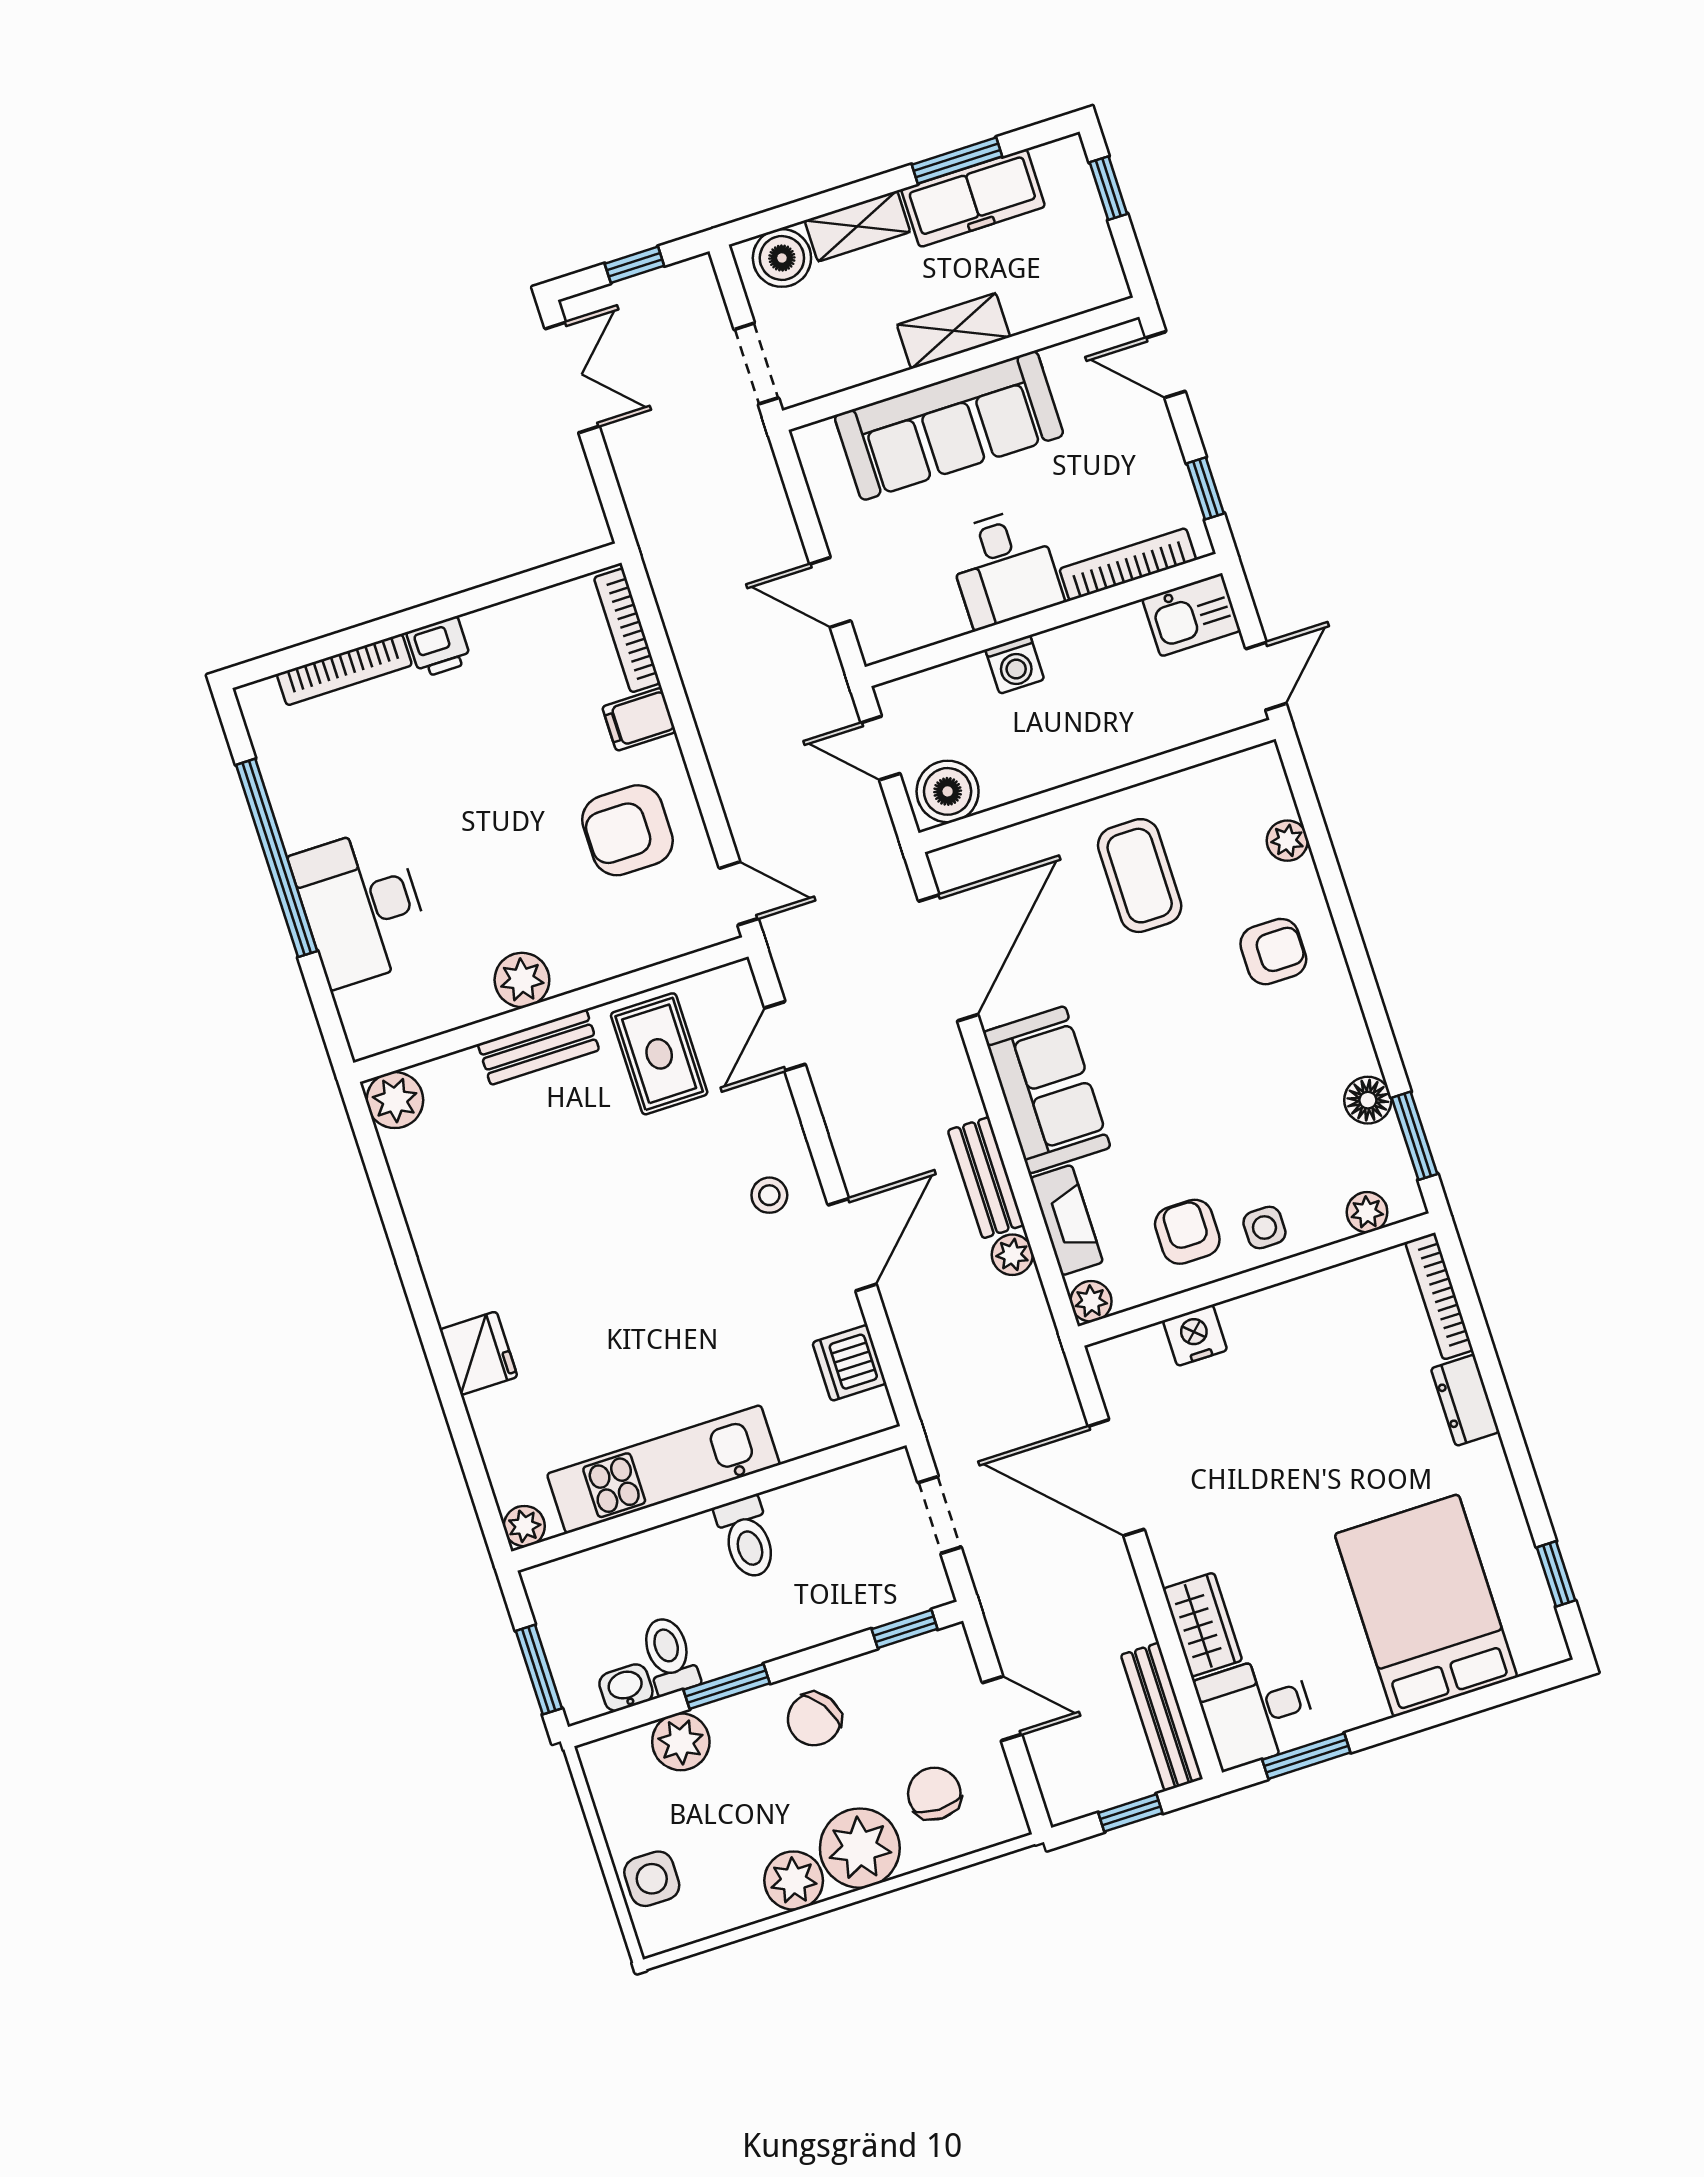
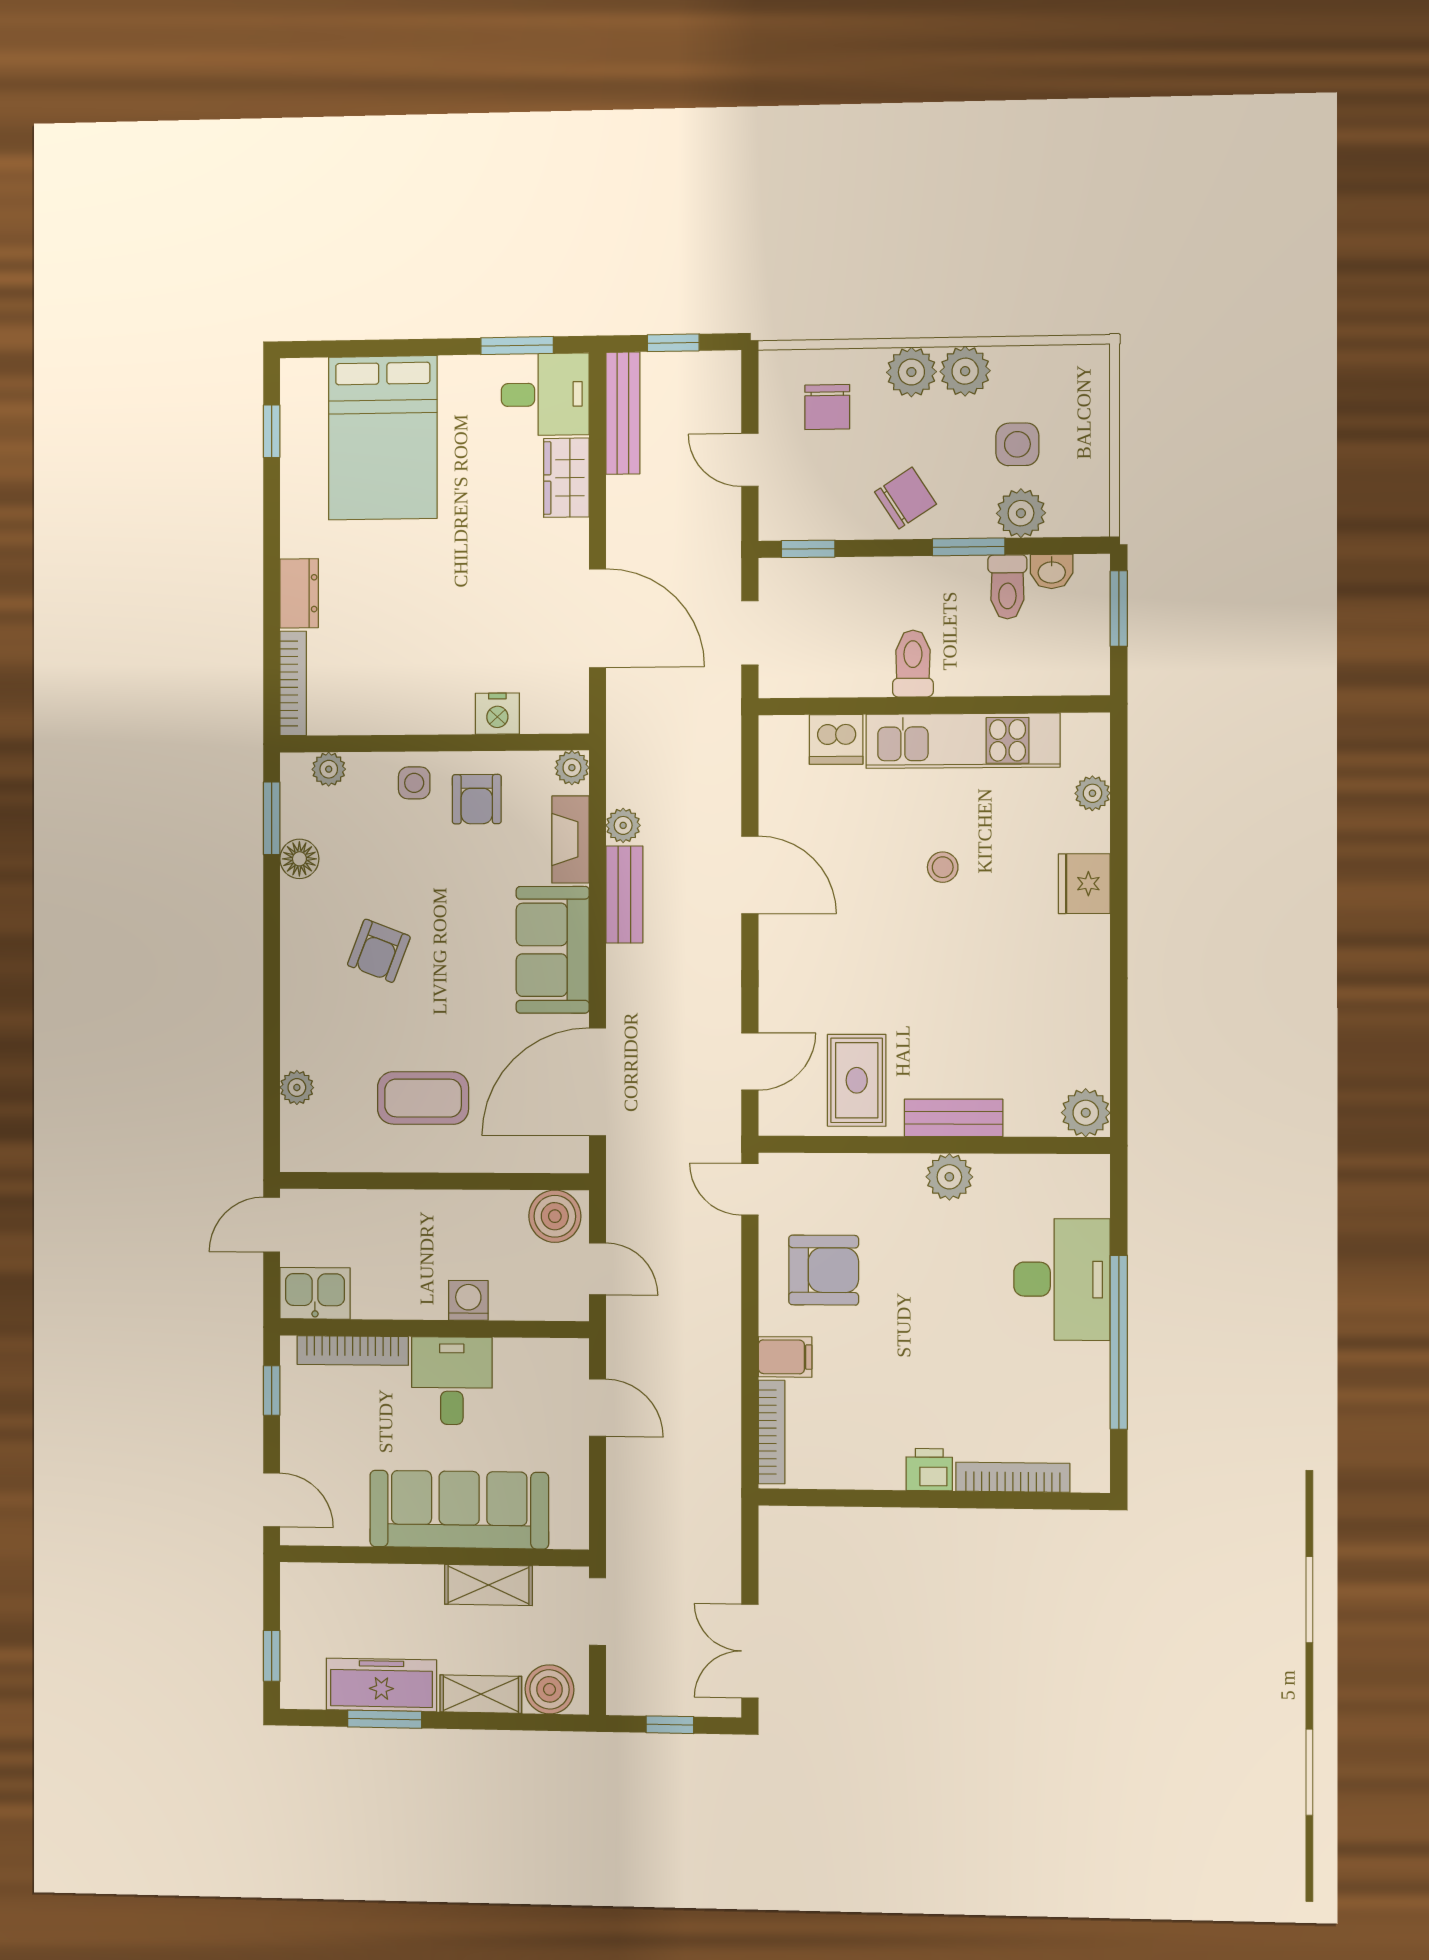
shelving: (954, 331) -> (488, 1585), moved
coffee table: (1140, 876) -> (423, 1098), turned 90
armchair: (1273, 952) -> (379, 951), moved, turned -69
stool: (769, 1195) -> (943, 867), moved
door: (852, 1245) -> (750, 875), swing flipped
dishwasher: (849, 1363) -> (836, 739), moved, turned 90
plant: (524, 1526) -> (1092, 793), moved
plant: (860, 1848) -> (911, 372), width x0.73, depth x0.73
side table: (652, 1879) -> (1017, 444), moved

